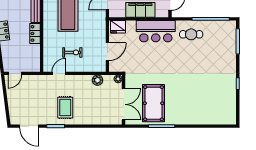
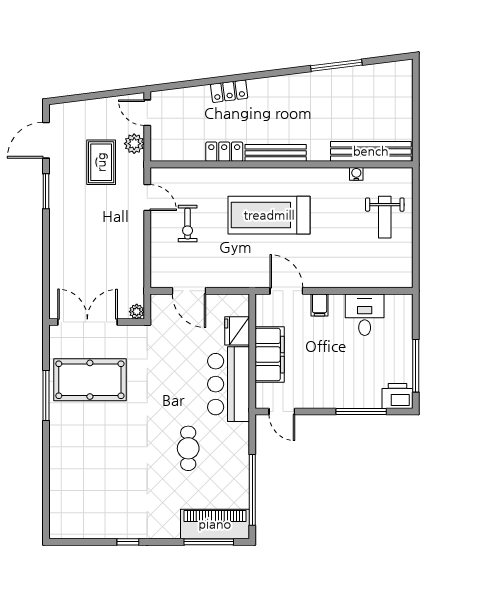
fridge: (118, 27) -> (237, 331), moved
cafe table: (191, 34) -> (188, 448), moved
piano: (228, 38) -> (215, 524), added
plant: (98, 80) -> (134, 144), moved
double door: (124, 104) -> (87, 322), swing flipped
rug: (65, 108) -> (101, 162), moved, turned 90

